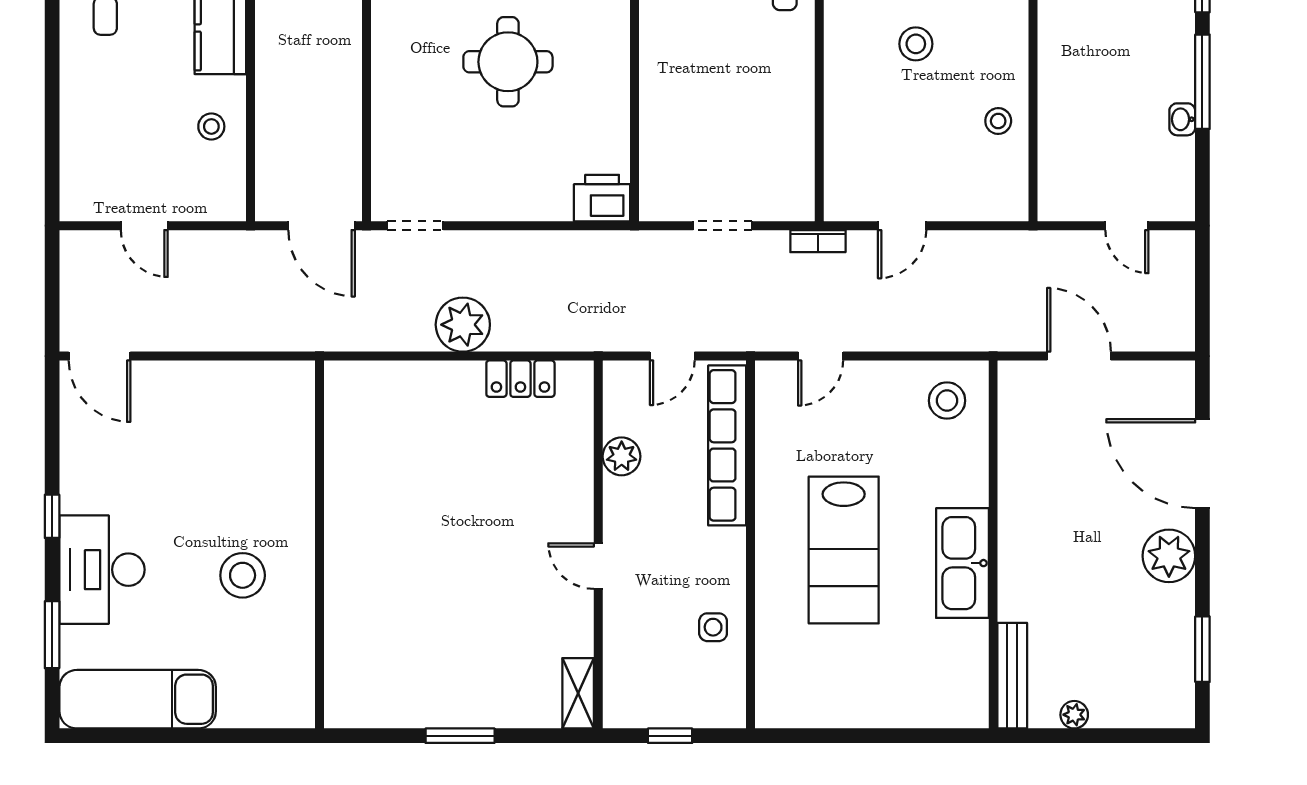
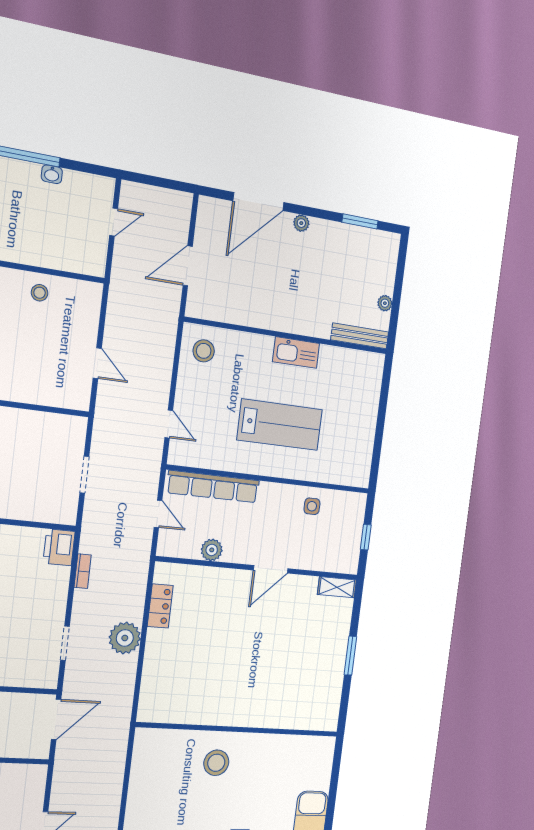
doorway: (415, 226) -> (65, 643), moved
bookcase: (818, 241) -> (83, 571), moved
plant: (1169, 556) -> (301, 223), width x0.53, depth x0.53
kitchen sink: (962, 563) -> (296, 353), width x0.73, depth x0.81
door: (598, 566) -> (271, 569), width x1.38
stool: (243, 575) -> (216, 763), moved

